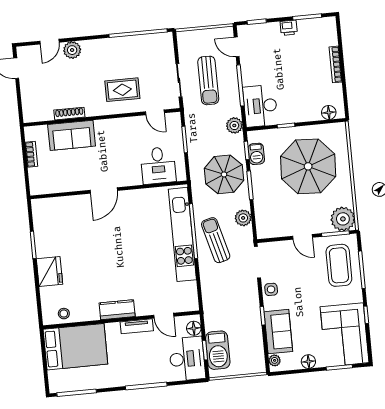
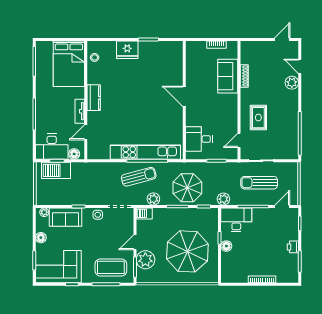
floor lamp: (329, 112) -> (226, 246), moved
barbecue: (256, 154) -> (144, 213), moved
plant: (343, 219) -> (145, 260), moved

